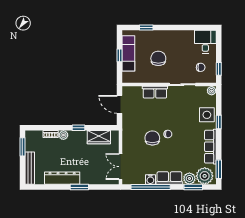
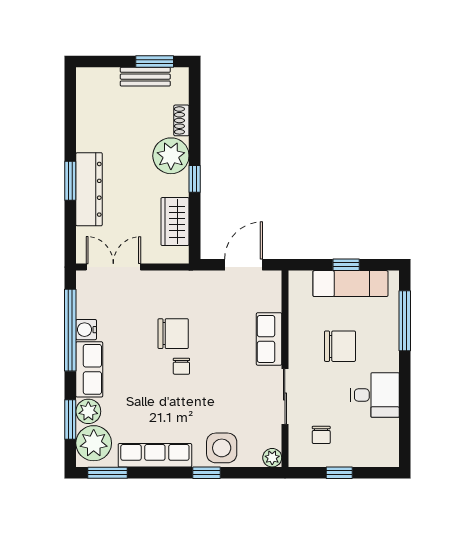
window: (146, 27) -> (405, 321), width x2.17
desk: (205, 42) -> (375, 395), moved
window: (219, 69) -> (339, 473), moved
plant: (63, 135) -> (171, 156), width x1.87, depth x1.87
bench: (30, 168) -> (145, 77), moved, width x0.73
dresser: (62, 178) -> (89, 189), moved

